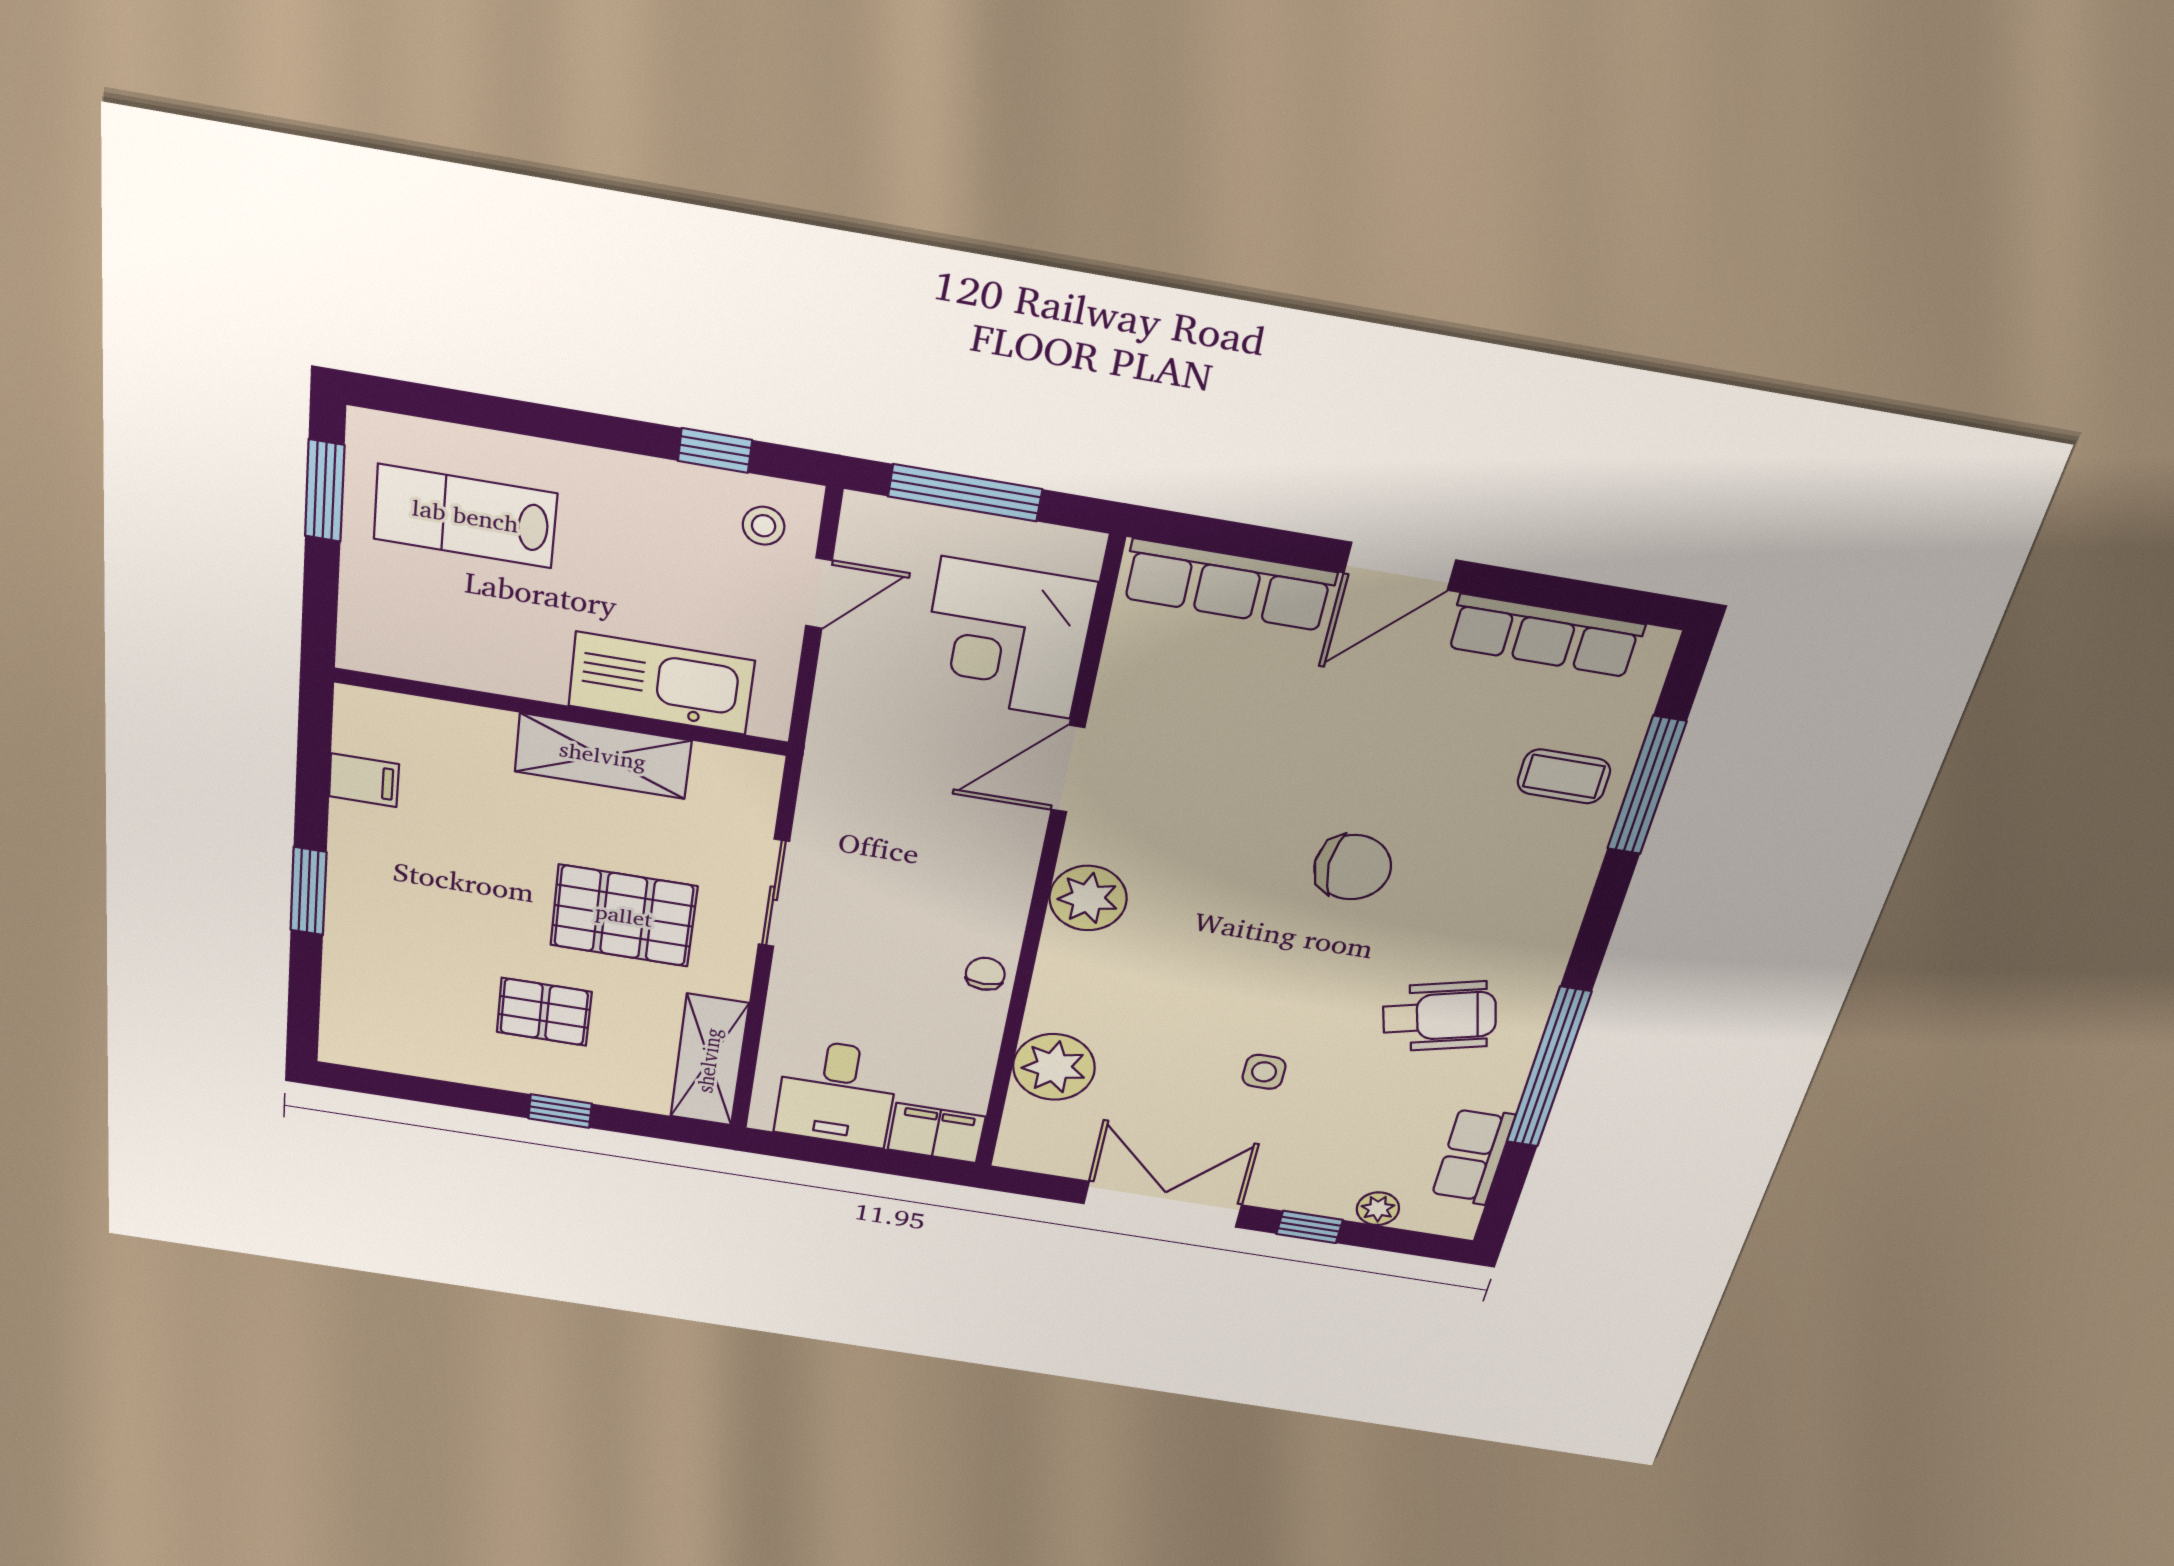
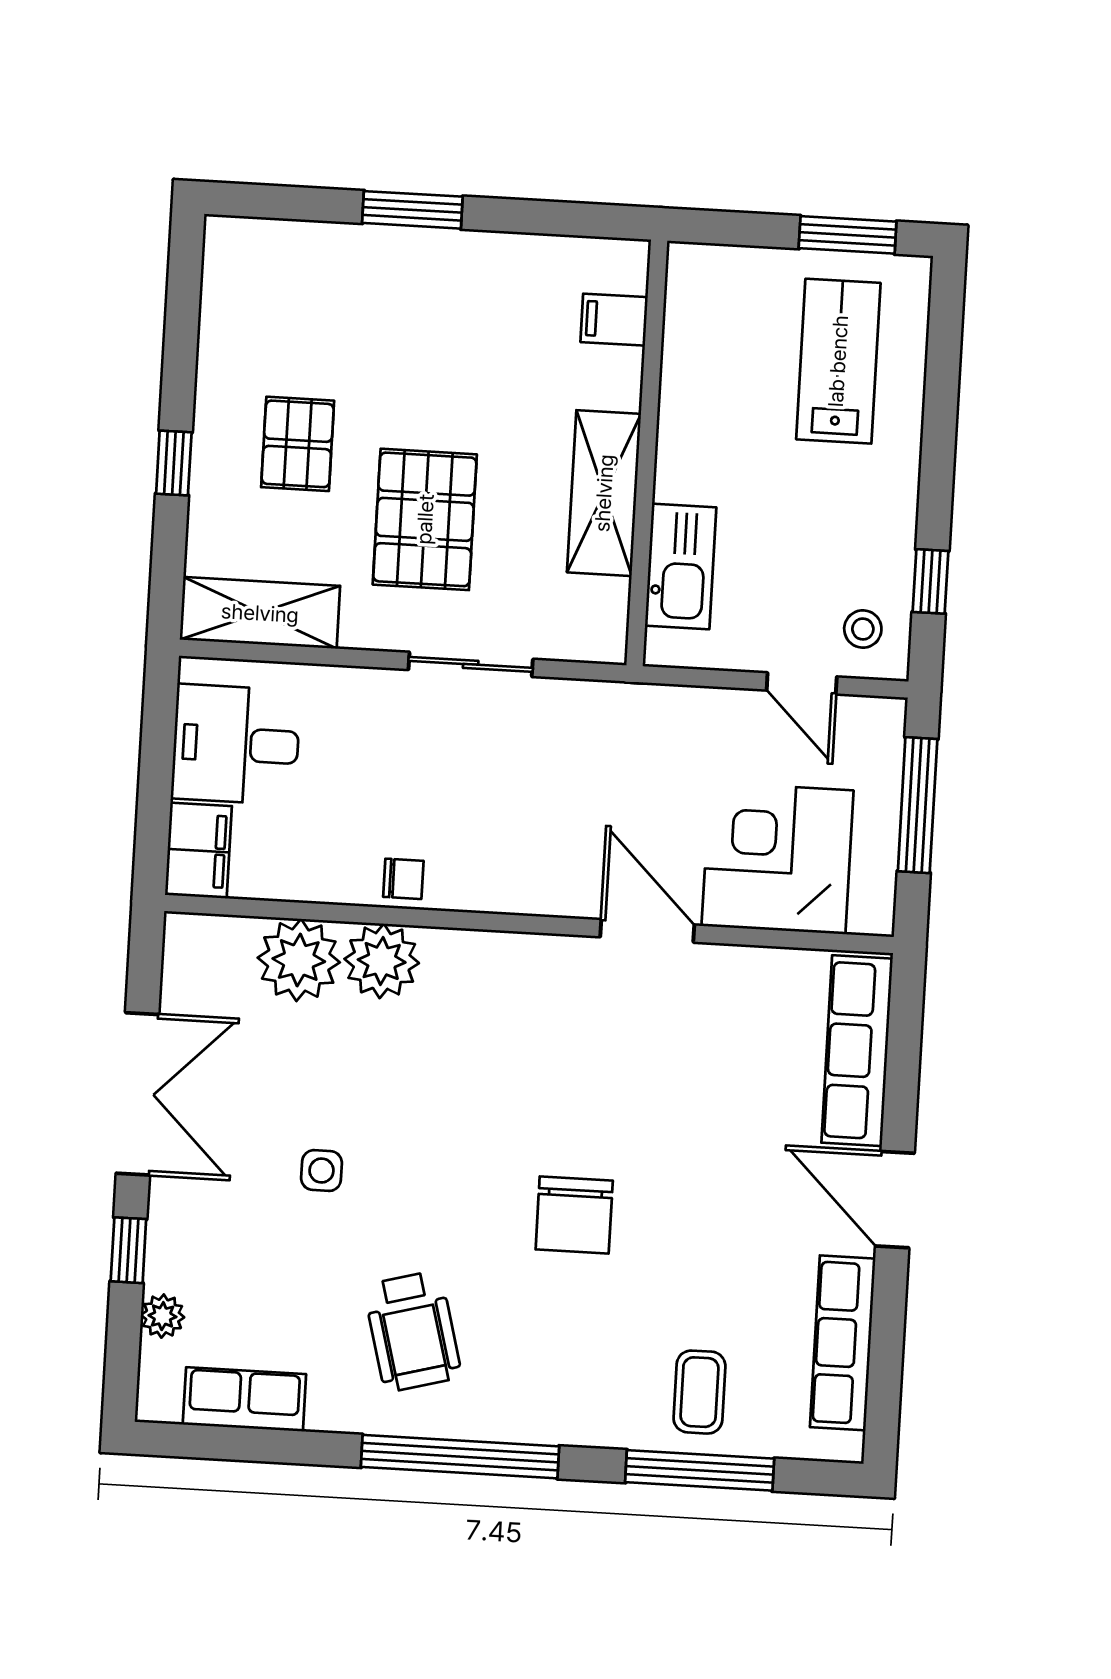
kitchen sink: (661, 683) -> (681, 566), width x0.73, depth x0.81
filing cabinet: (364, 780) -> (614, 320), moved, turned 90
plant: (1088, 898) -> (382, 961), moved
window: (1549, 1068) -> (460, 1457), moved

